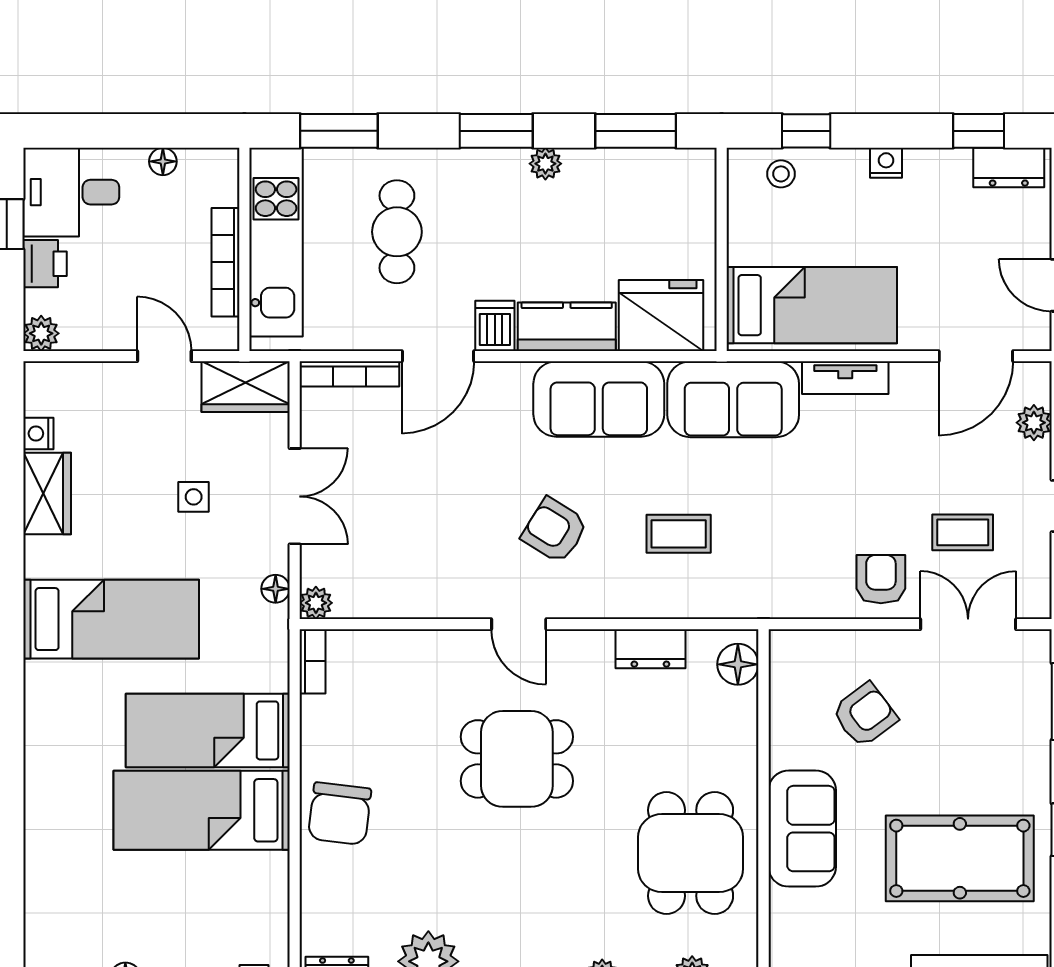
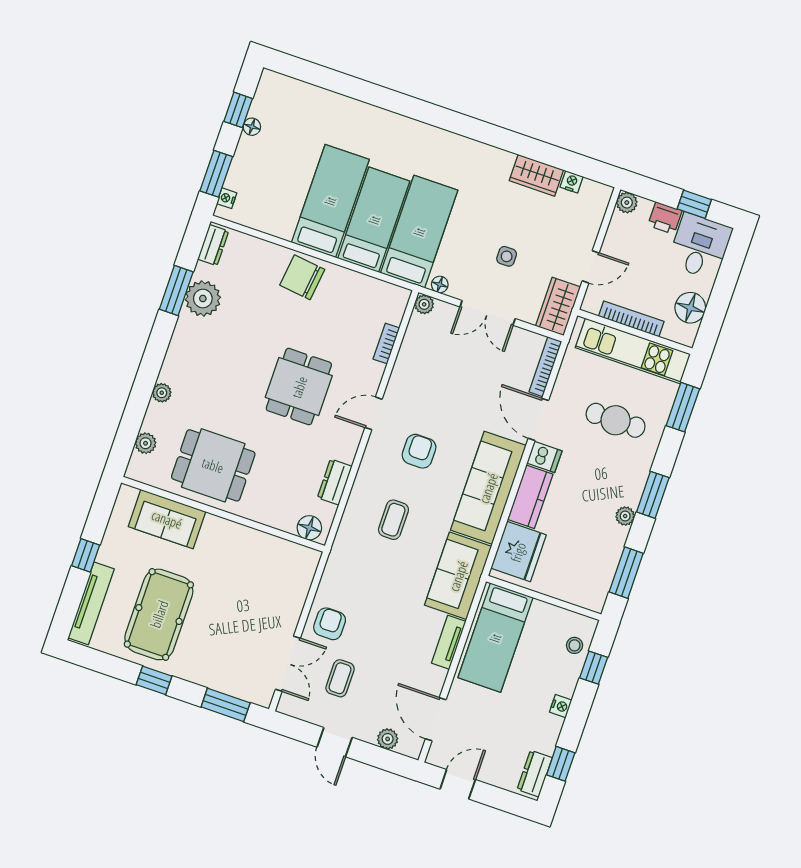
floor lamp: (163, 161) -> (690, 308), width x1.89, depth x1.89
sofa: (599, 399) -> (488, 488), width x1.36
armchair: (555, 530) -> (419, 451), turned -32
armchair: (881, 579) -> (330, 624), turned -90
bed: (111, 619) -> (419, 232), moved, turned 180
bookcase: (313, 661) -> (386, 343), moved, turned 90
armchair: (865, 715) -> (257, 589), removed
sofa: (802, 829) -> (167, 519), moved

